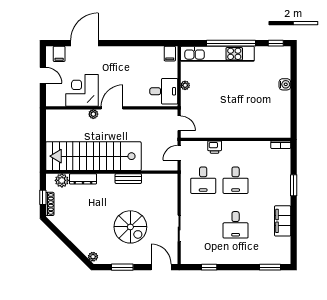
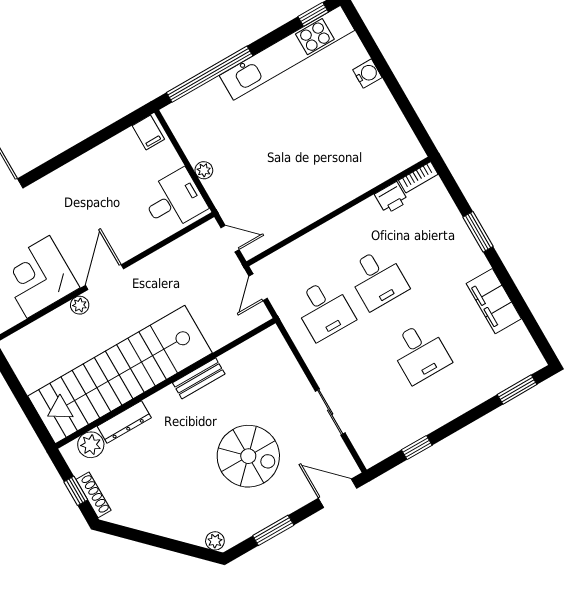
window: (231, 43) -> (210, 74), moved
kitchen unit: (217, 54) -> (287, 53), moved
printer: (215, 147) -> (391, 198), moved

